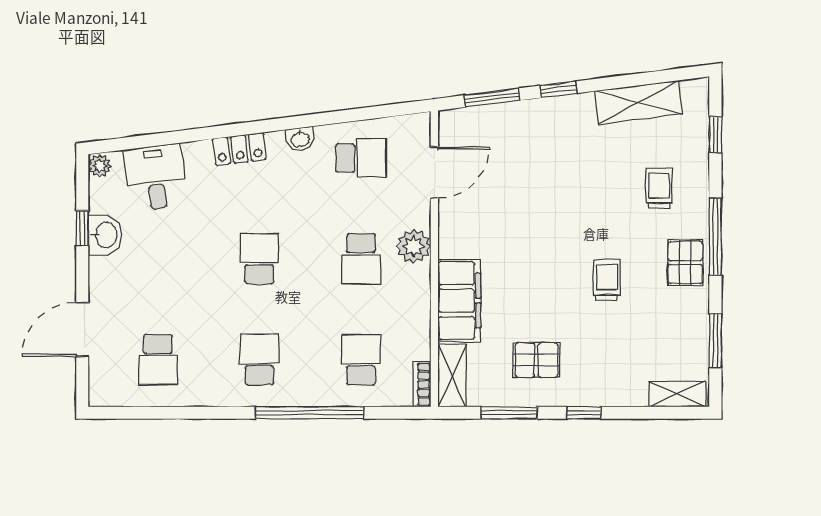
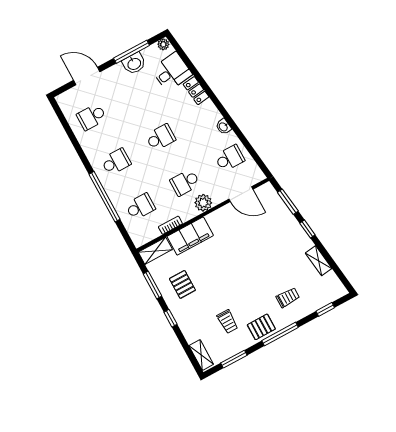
shelving: (639, 102) -> (319, 261), width x0.67, depth x0.75
locker: (239, 149) -> (196, 91), moved
school desk: (361, 158) -> (230, 158), turned -90
window: (82, 228) -> (132, 52), width x2.17
trolley: (607, 280) -> (227, 322), moved, turned 90
bookcase: (422, 384) -> (170, 225), moved

